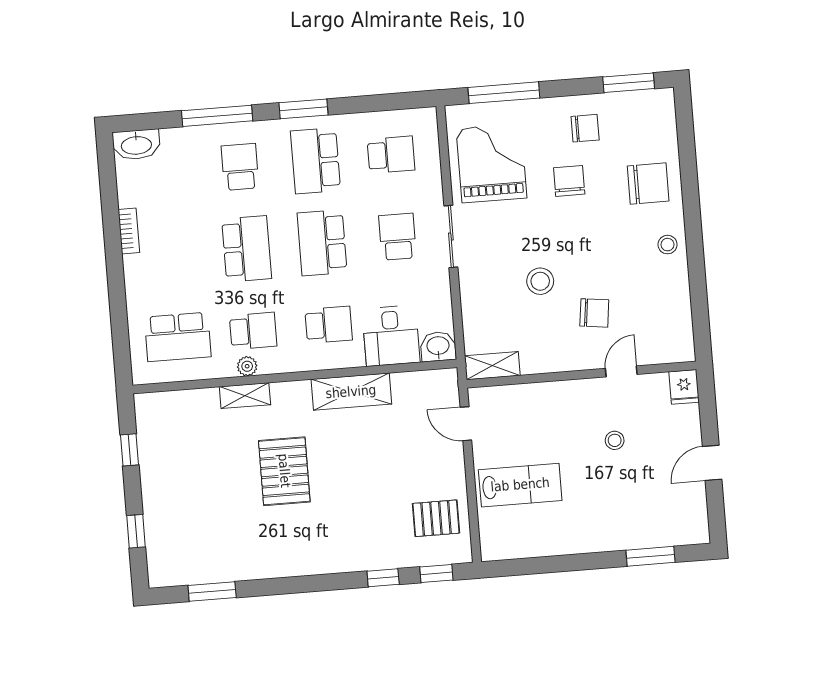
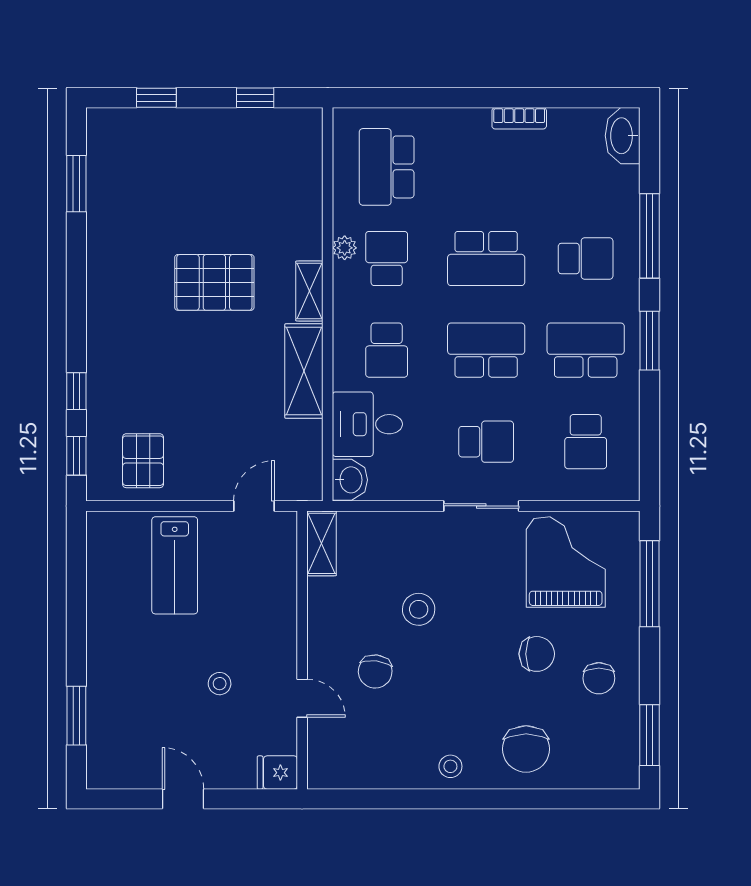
grand piano: (491, 163) -> (566, 562), turned -90
school desk: (253, 331) -> (387, 258), turned 180
shelving: (245, 396) -> (309, 291), moved

